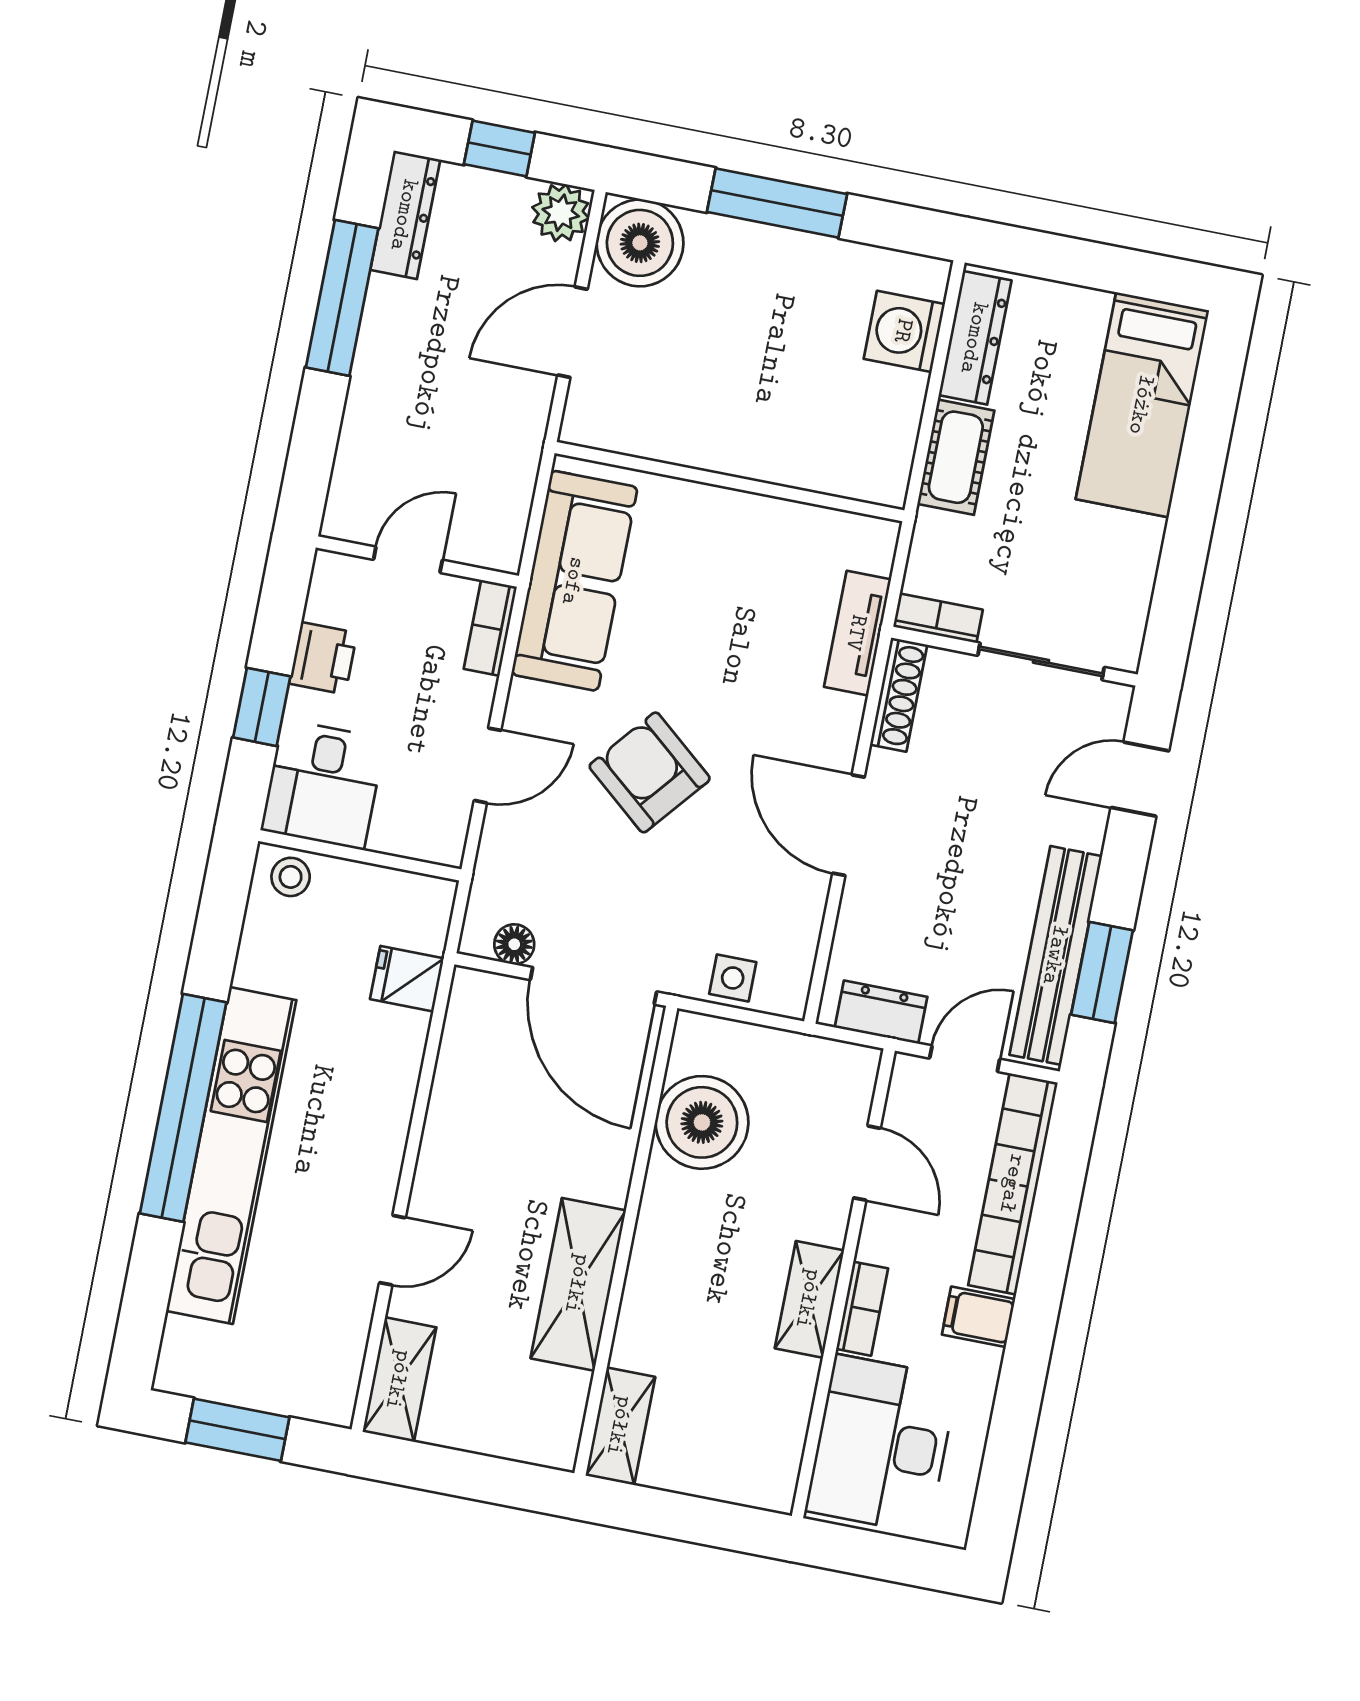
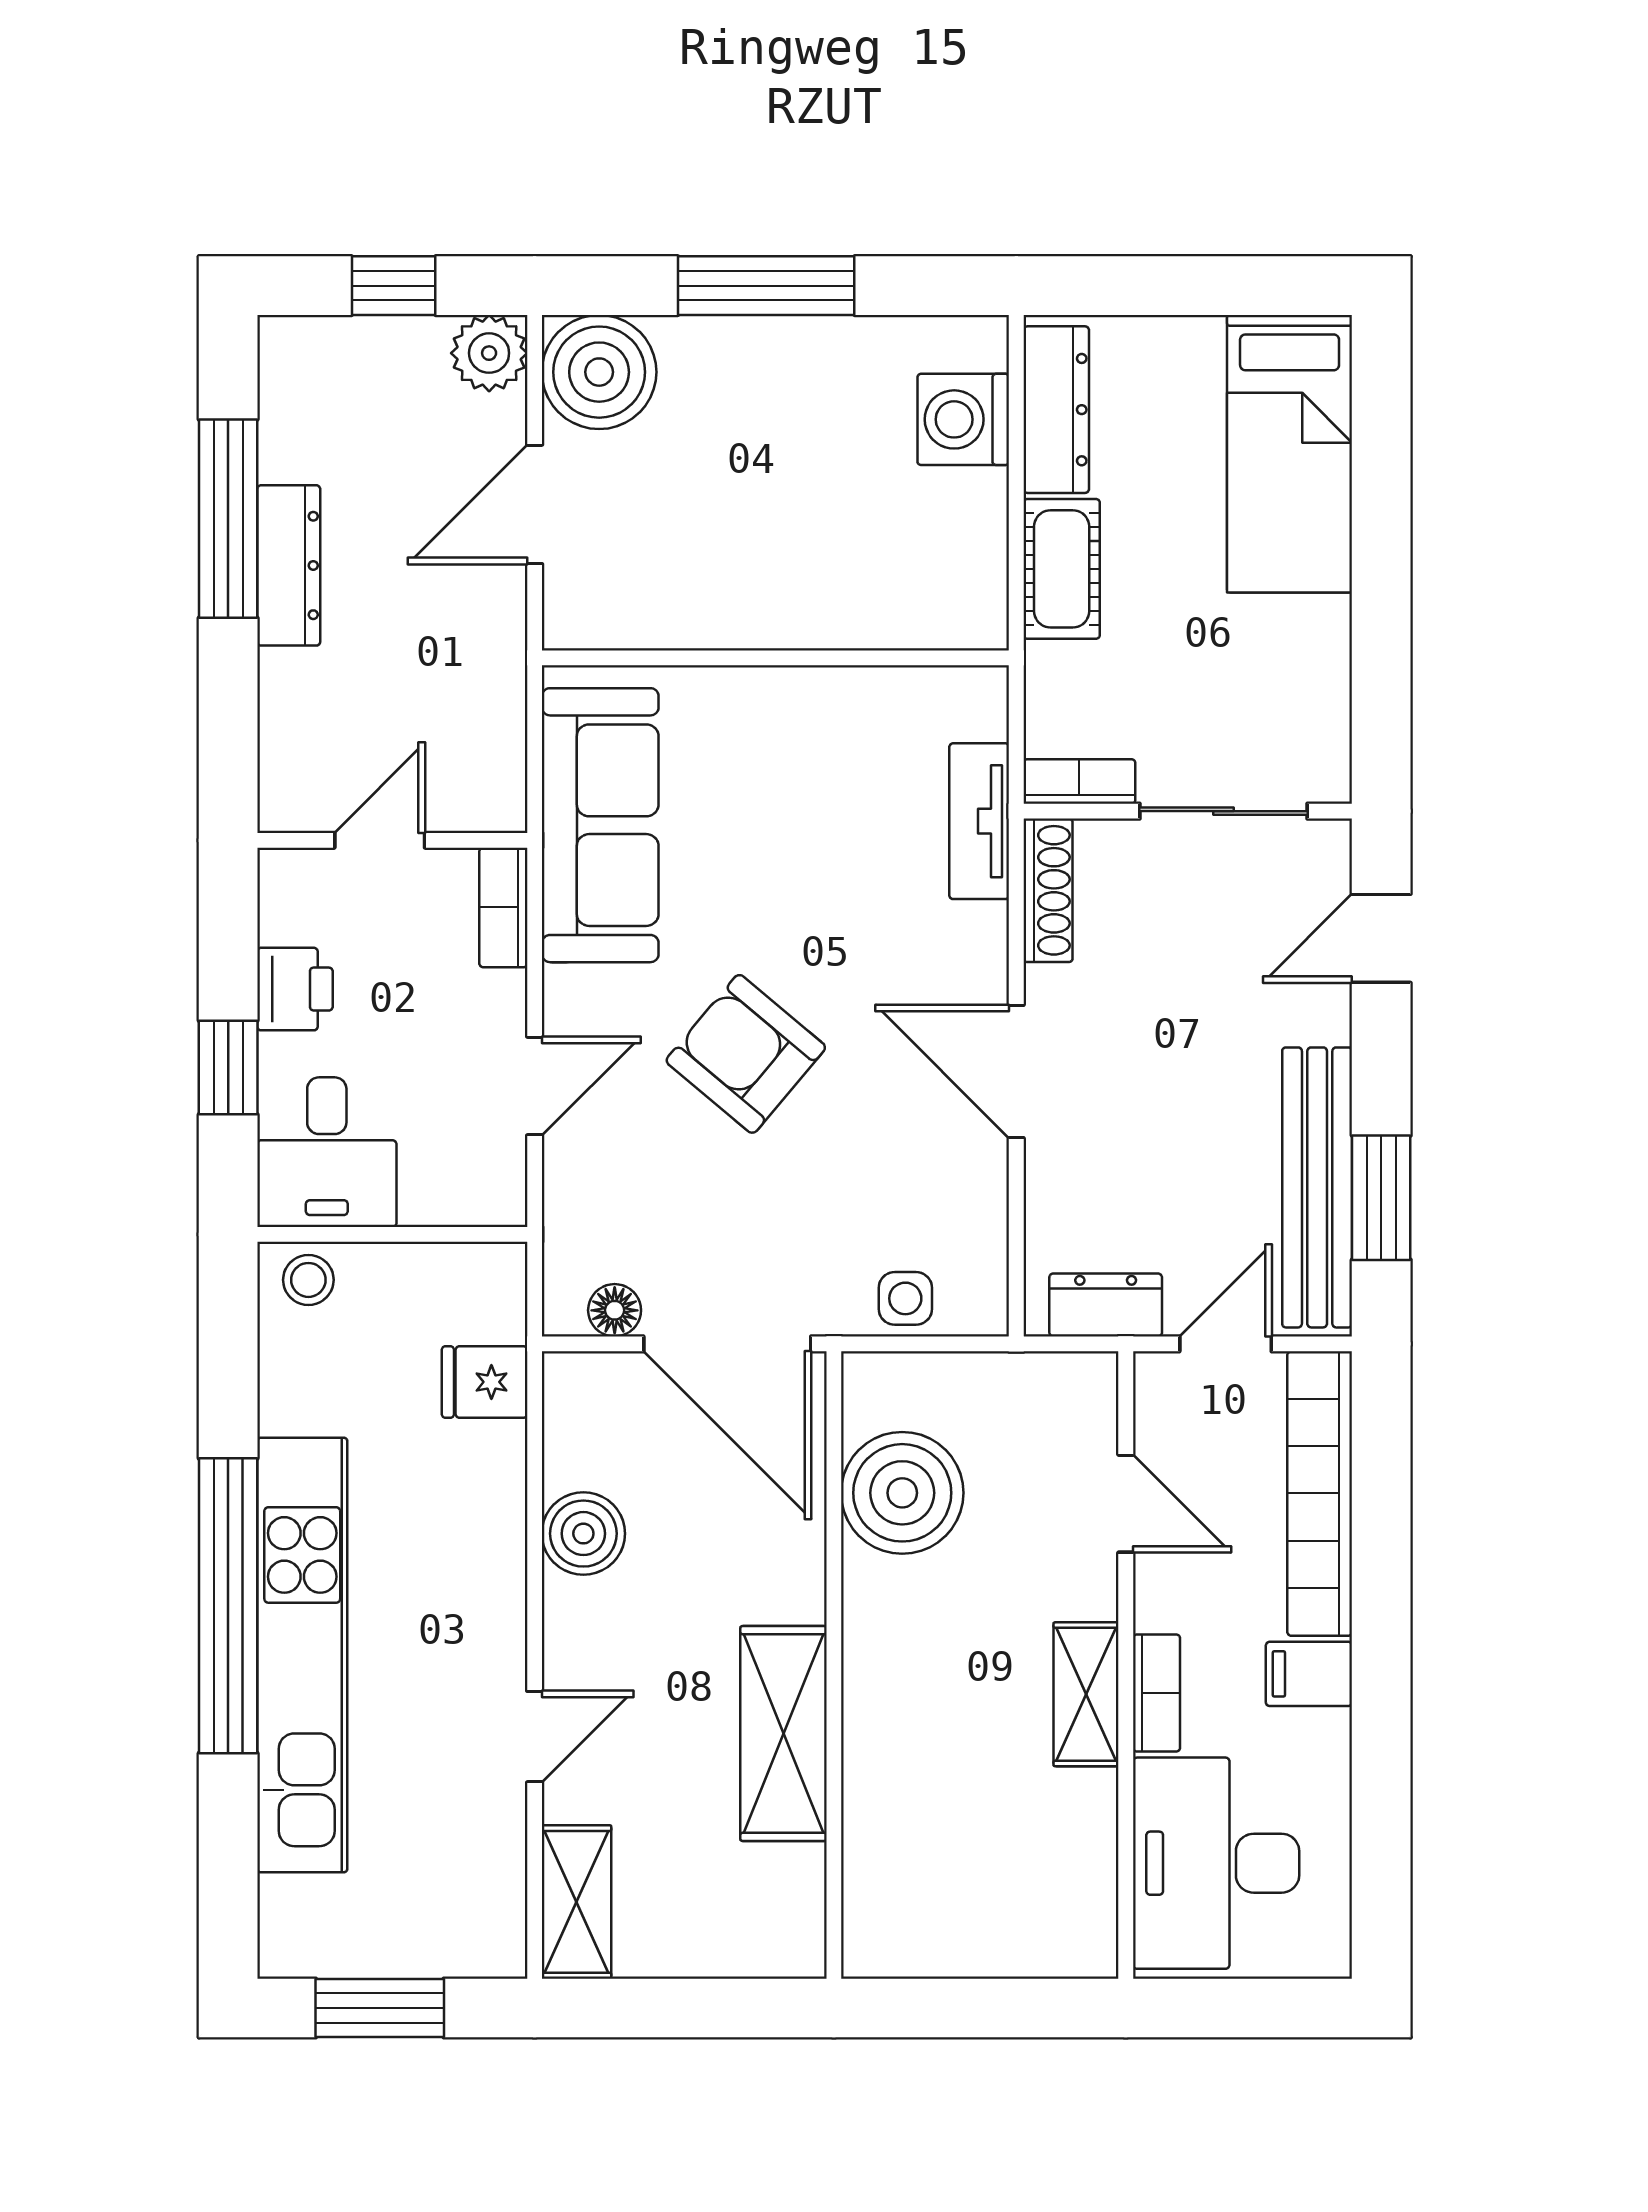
dresser: (405, 215) -> (289, 565), moved
boiler: (458, 1106) -> (583, 1534), added
shelving: (620, 1426) -> (874, 1906), removed

